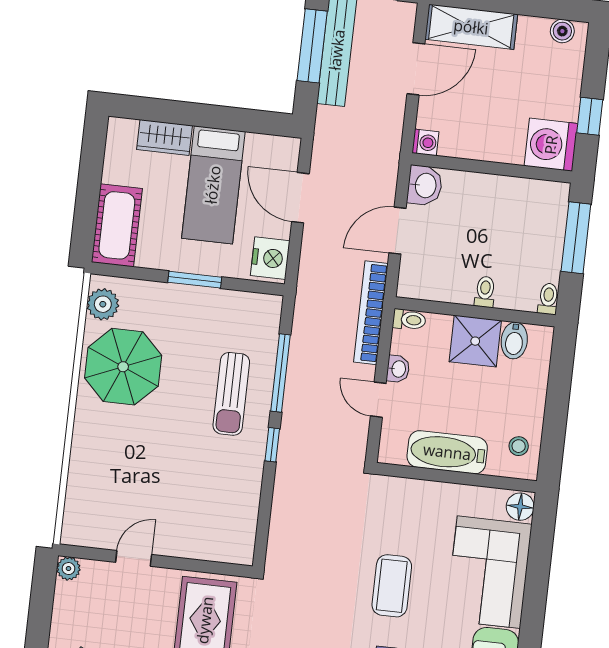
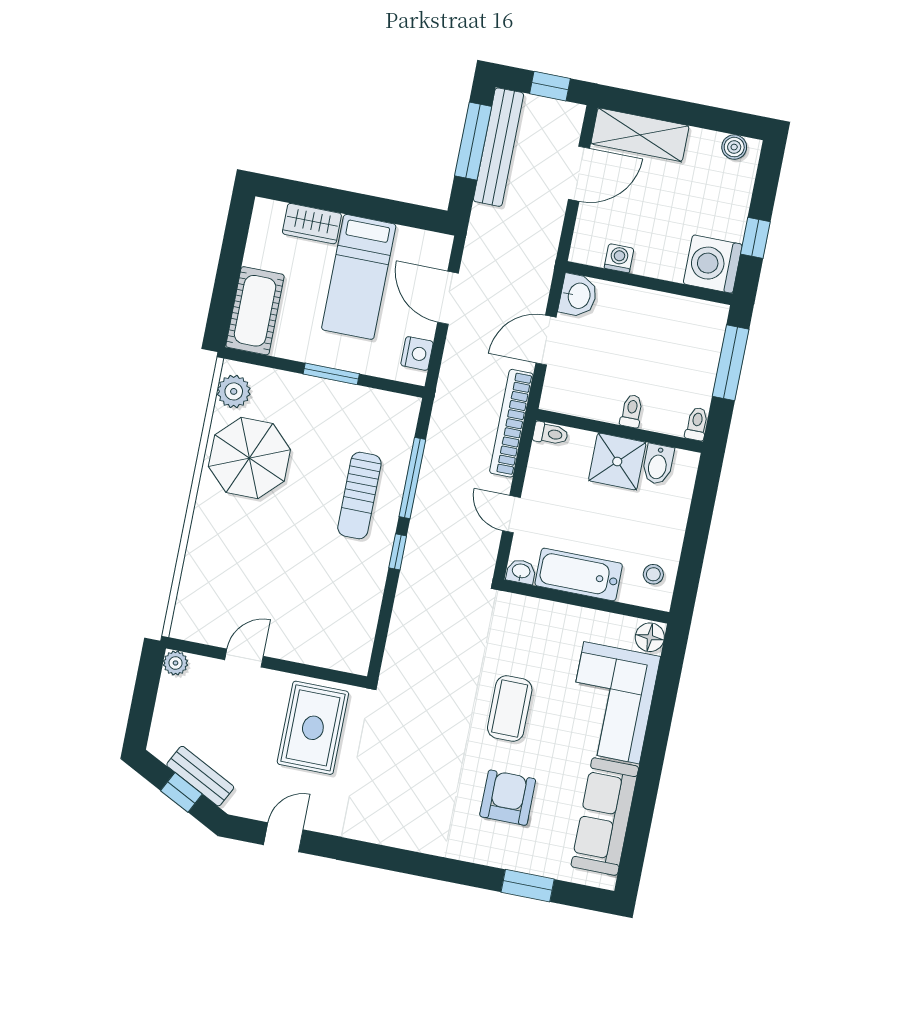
washing machine: (425, 142) -> (619, 258), moved, turned -90
nightstand: (270, 258) -> (417, 353), width x0.74, depth x0.75
washbasin: (398, 369) -> (521, 572), moved, turned -90

